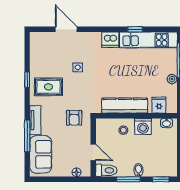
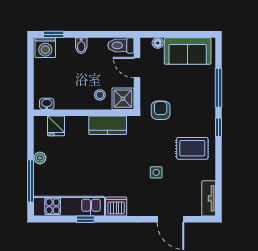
window: (27, 80) -> (219, 127), moved
kitchen counter: (125, 106) -> (108, 125), width x0.67
tv unit: (35, 120) -> (209, 198), moved
washing machine: (143, 126) -> (45, 48), moved, turned 180
shower: (105, 127) -> (123, 99), added
sofa: (41, 154) -> (188, 51), moved, turned -90
window: (128, 179) -> (94, 34), removed

